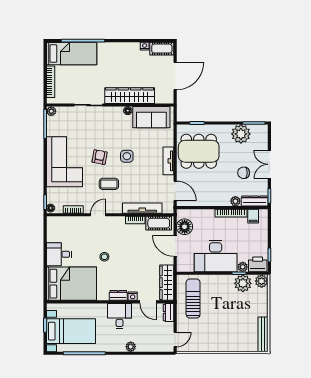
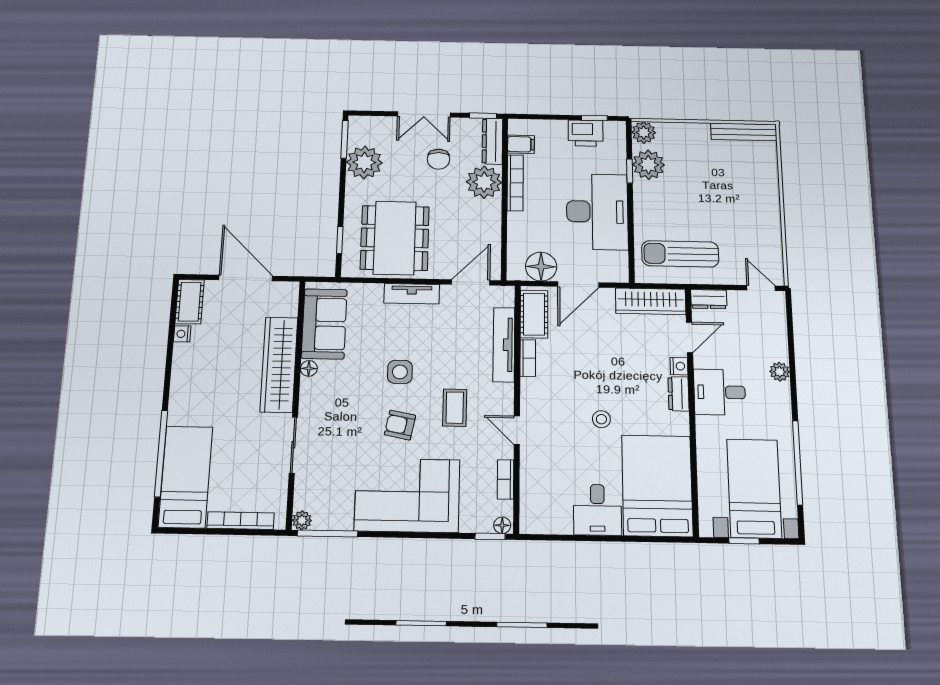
plant: (235, 201) -> (484, 182), width x1.87, depth x1.87
printer: (258, 264) -> (586, 133), moved, turned -90
plant: (243, 267) -> (617, 164), removed

